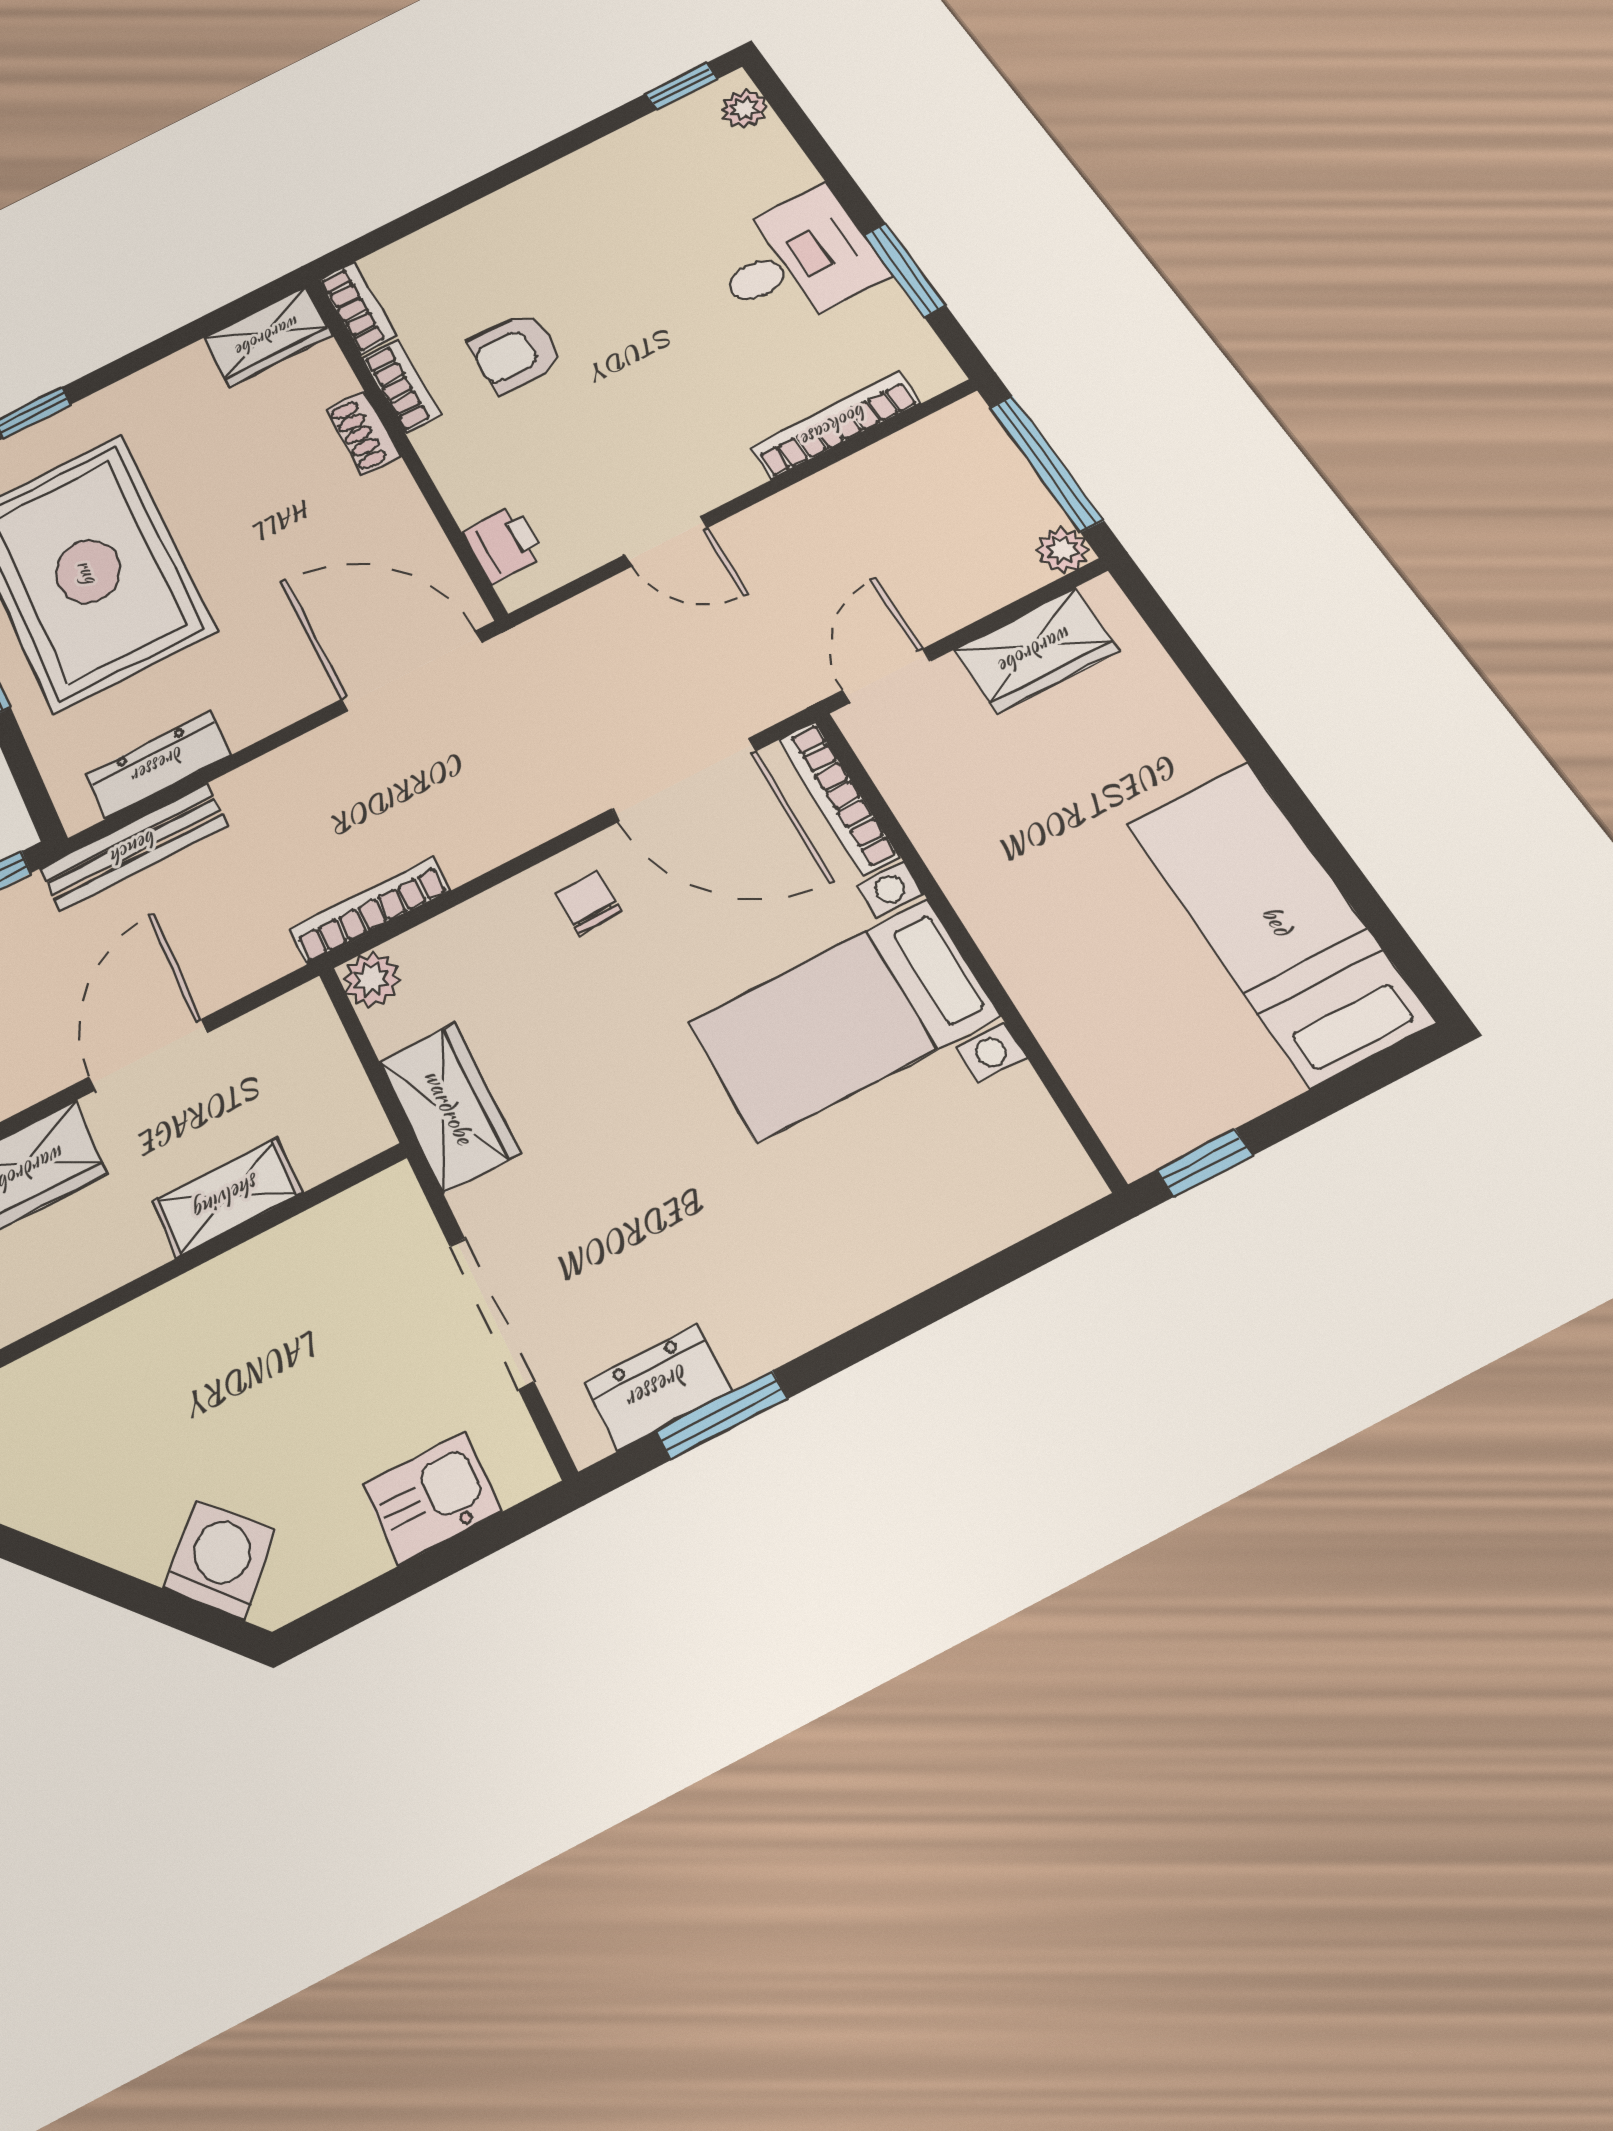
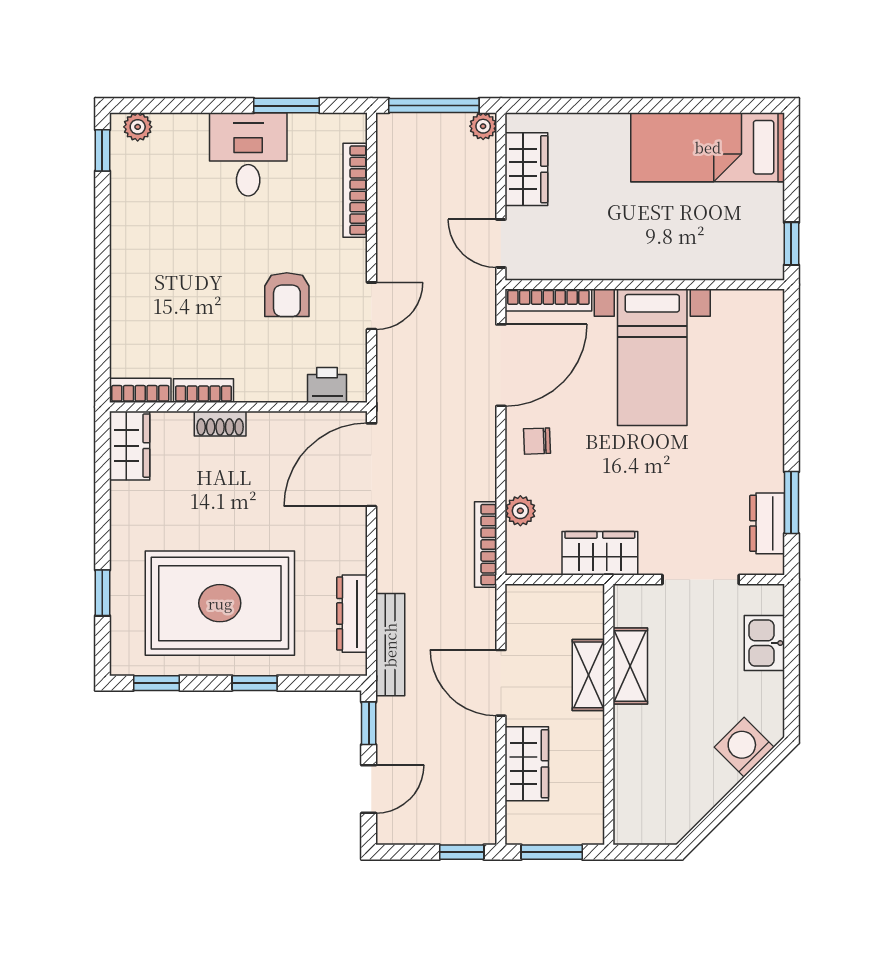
armchair: (515, 352) -> (287, 295), moved
plant: (372, 980) -> (520, 511), moved
shelving: (276, 1264) -> (630, 666), added

